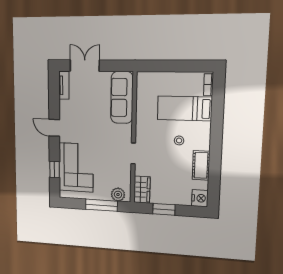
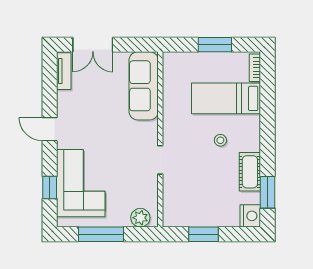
double door: (85, 66) -> (93, 45), swing flipped
window: (177, 66) -> (215, 45), added
window: (214, 181) -> (267, 192), added
wardrobe: (142, 190) -> (173, 209), removed
window: (101, 205) -> (101, 234), moved

